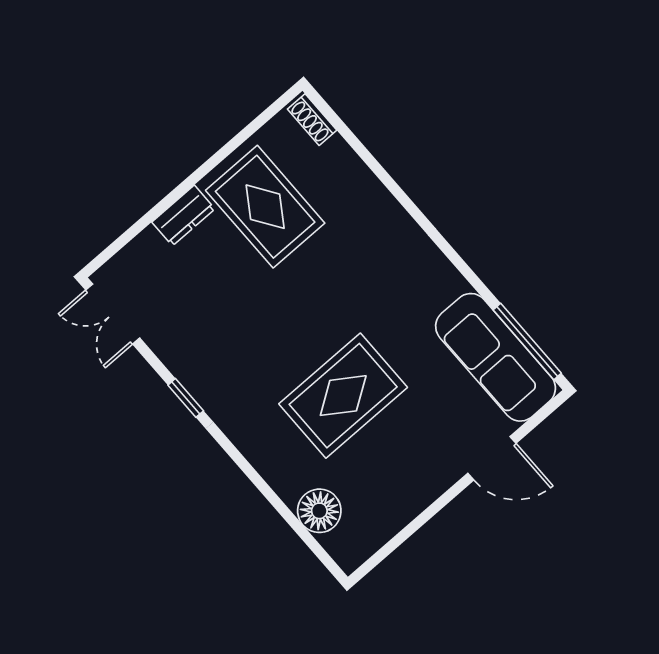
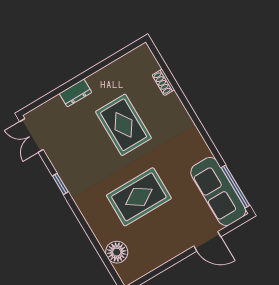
shoe rack: (312, 120) -> (163, 82), moved
rug: (265, 207) -> (123, 125), moved

